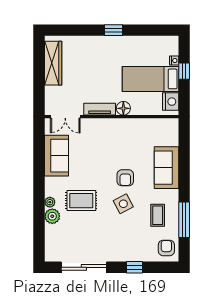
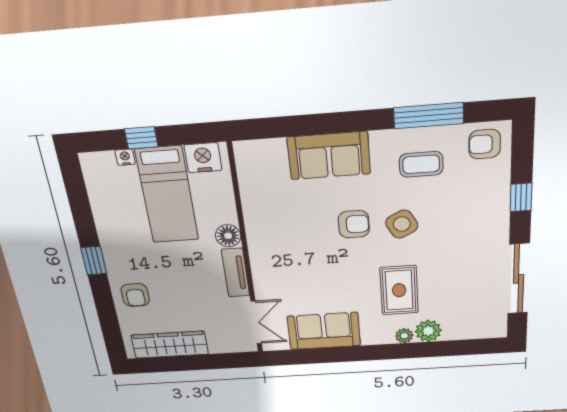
armchair: (89, 49) -> (135, 295), added

